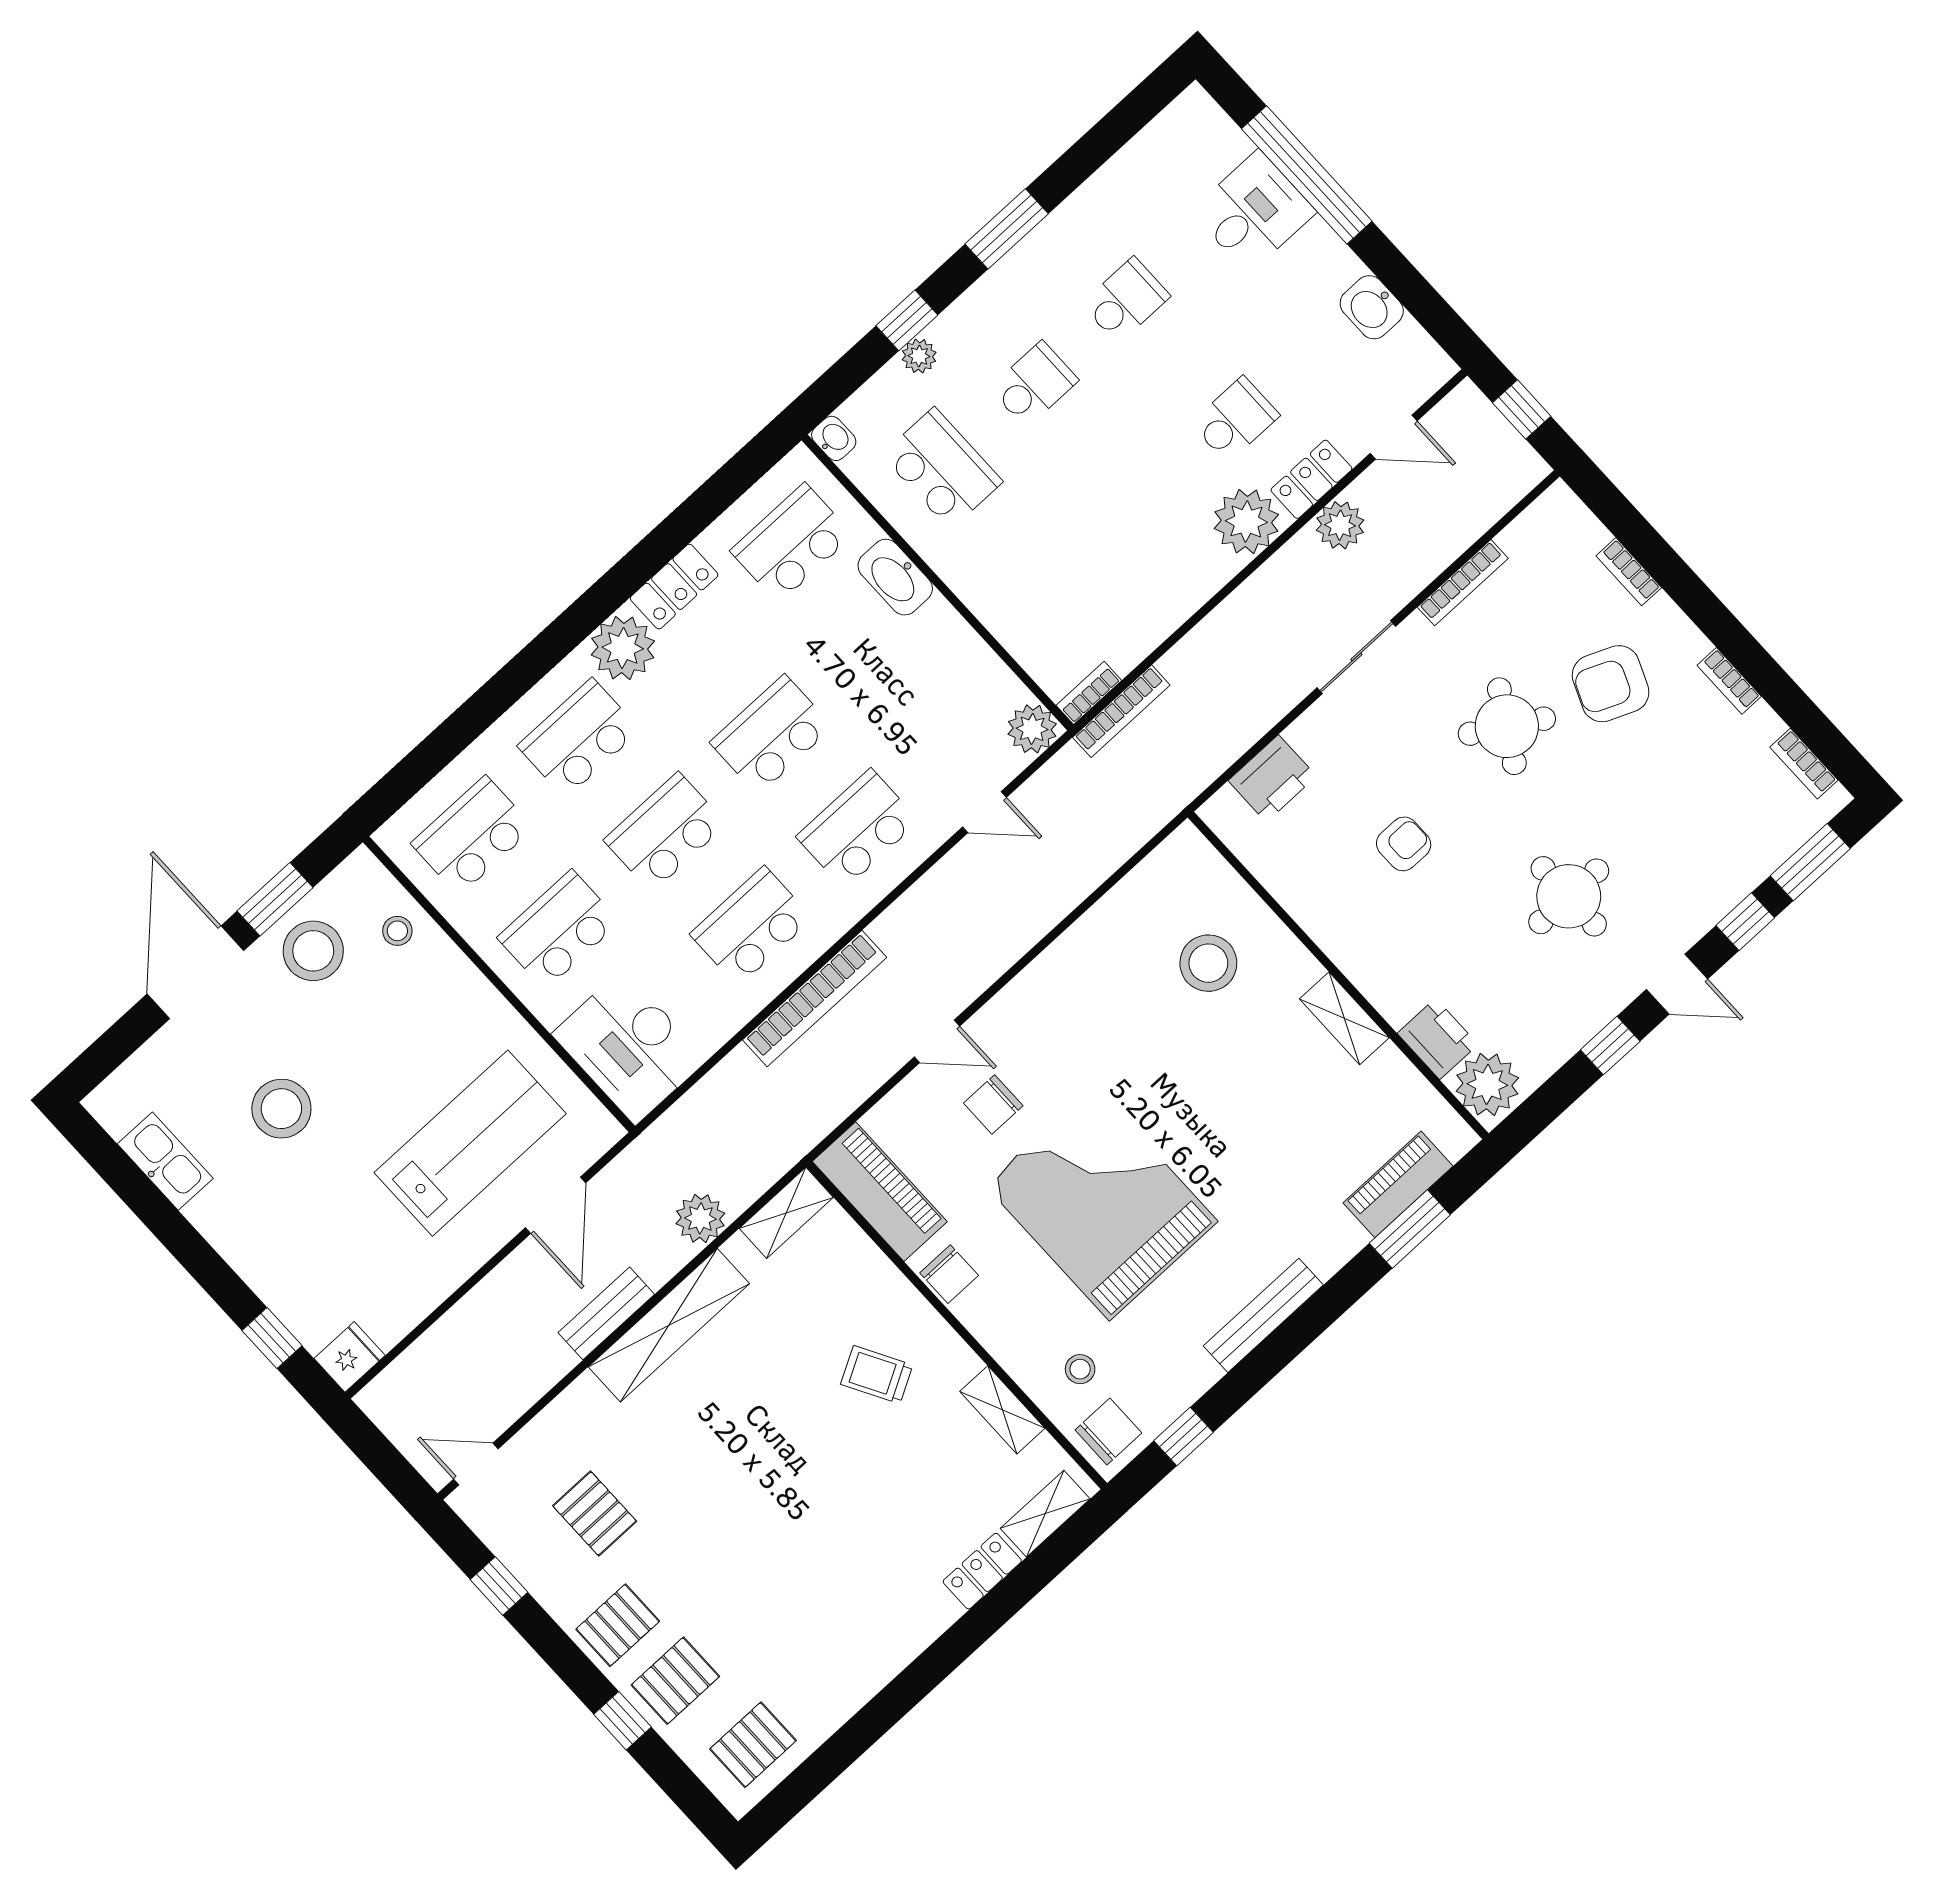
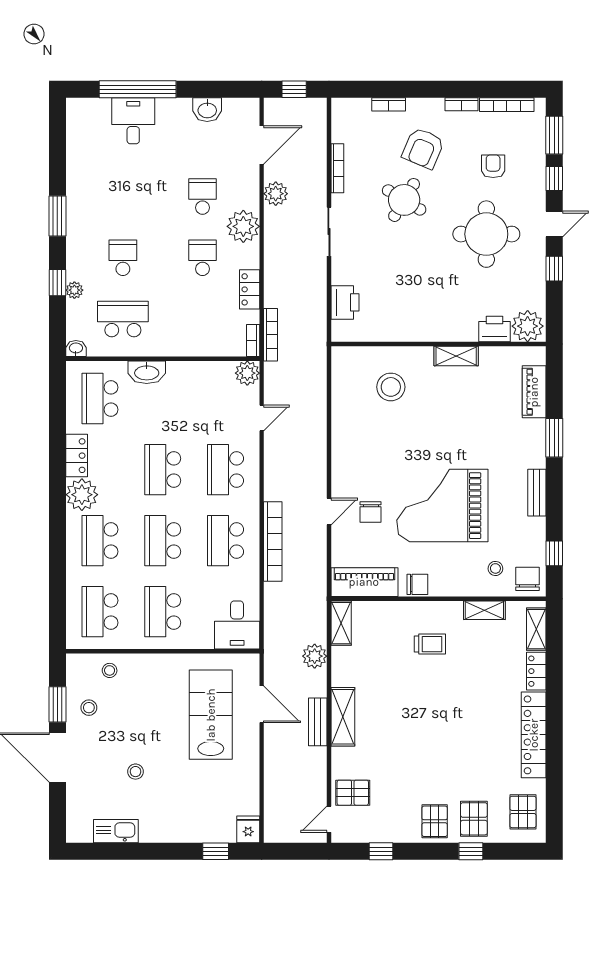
school desk: (1126, 300) -> (203, 258), moved
door: (1394, 437) -> (262, 145), width x1.38
locker: (1311, 479) -> (250, 289), moved
bookcase: (1804, 764) -> (507, 105), width x1.56
armchair: (1404, 844) -> (493, 166), moved
round table: (1569, 896) -> (486, 234), width x1.36, depth x1.36
stool: (313, 951) -> (89, 708), width x0.53, depth x0.53
desk: (629, 1047) -> (237, 625), width x0.73
stool: (281, 1109) -> (135, 772), width x0.53, depth x0.53
window: (1410, 1229) -> (554, 438), moved
bench: (1263, 1315) -> (537, 493), width x0.73
shelving: (669, 1325) -> (343, 717), width x0.68
trolley: (877, 1375) -> (430, 644), turned -151
pallet: (595, 1513) -> (353, 793), moved
locker: (883, 1655) -> (534, 735), added

